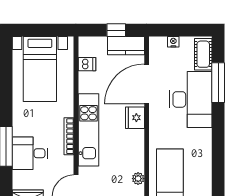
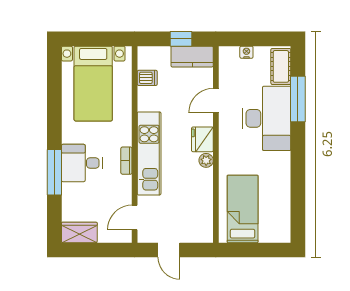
door: (147, 84) -> (216, 101), width x0.53
bookcase: (69, 136) -> (126, 161), width x0.64
desk: (30, 153) -> (82, 163), moved
plant: (138, 179) -> (206, 160), moved

